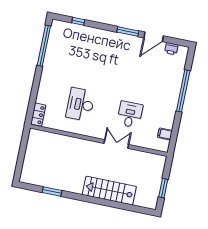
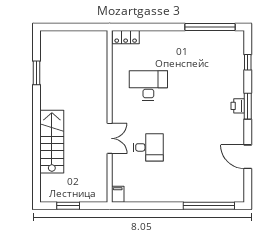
window: (128, 31) -> (248, 106), moved
printer: (171, 49) -> (238, 106), moved
window: (183, 91) -> (209, 206), moved
filing cabinet: (165, 134) -> (118, 194), moved

